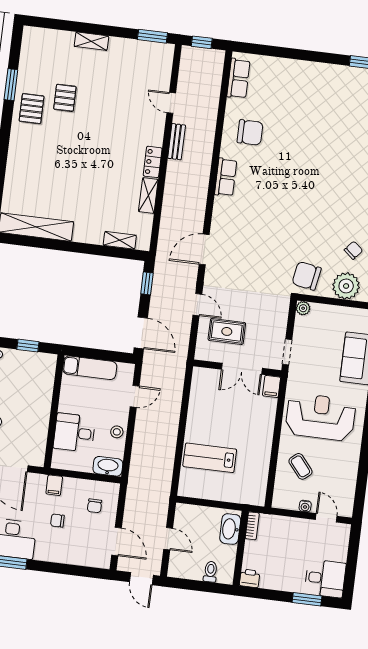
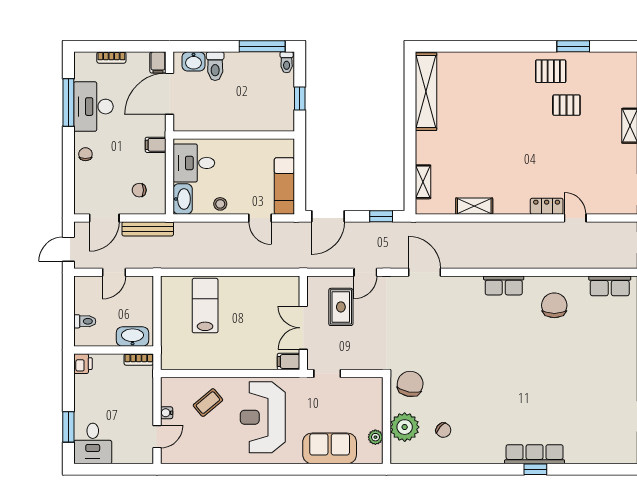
door: (171, 103) -> (575, 218), hinge flipped
chair: (250, 132) -> (554, 305), turned 180
bench: (177, 142) -> (148, 229), moved, width x1.36
locker: (153, 162) -> (547, 206), moved
plant: (303, 308) -> (375, 437), moved
exam couch: (90, 368) -> (284, 186), moved
reception desk: (320, 417) -> (263, 417), turned 180
desk: (74, 433) -> (194, 163), moved, turned -90
chair: (57, 521) -> (85, 154), moved

